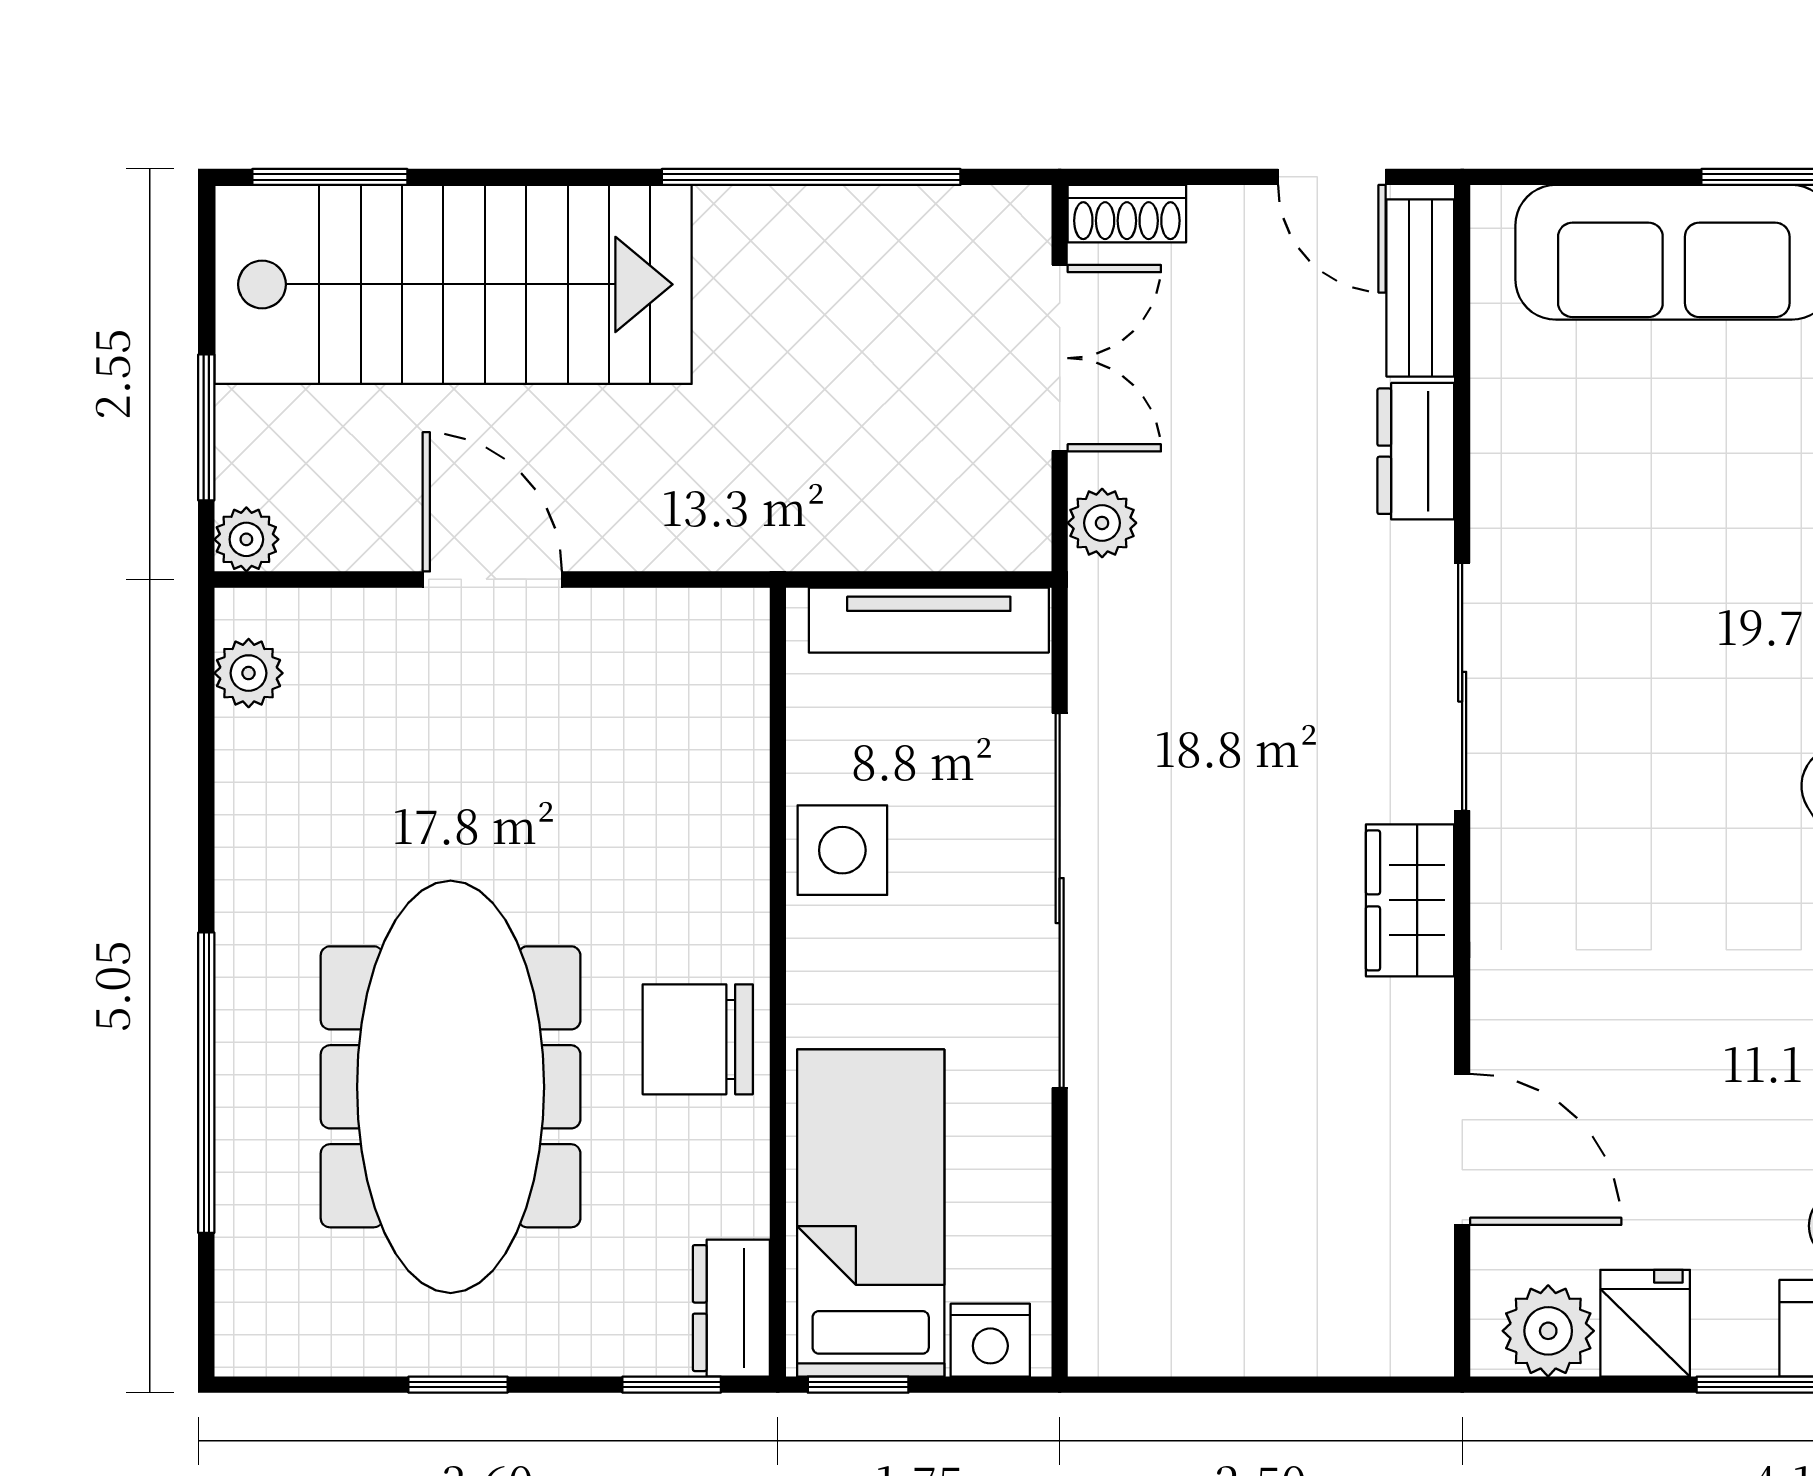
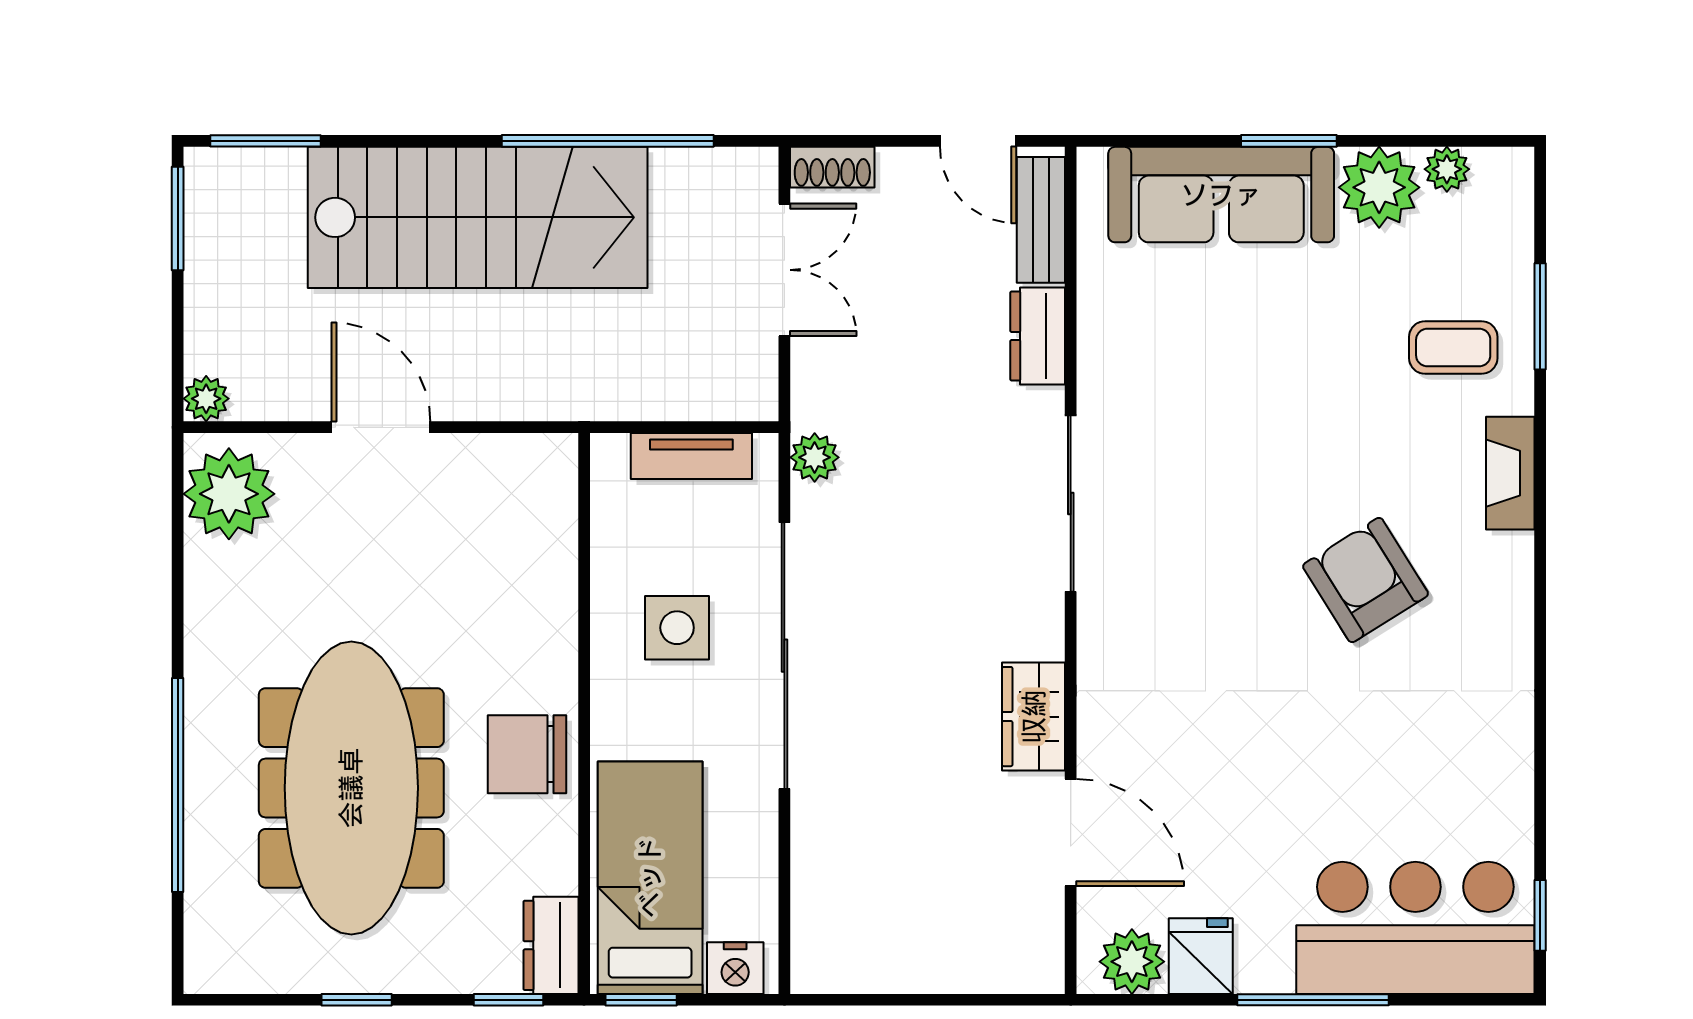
stairs: (453, 284) -> (478, 217), moved
window: (206, 427) -> (178, 218), moved
plant: (1102, 523) -> (815, 457), moved
tv unit: (929, 620) -> (691, 456), width x0.71
plant: (249, 673) -> (229, 494), width x1.87, depth x1.87
side table: (842, 850) -> (677, 628), moved
wardrobe: (1410, 900) -> (1034, 717), moved

